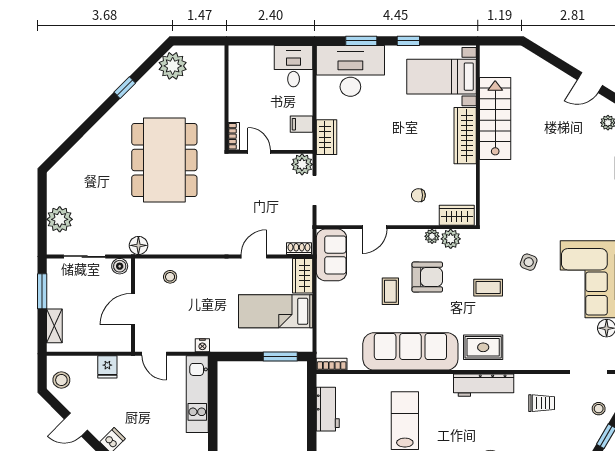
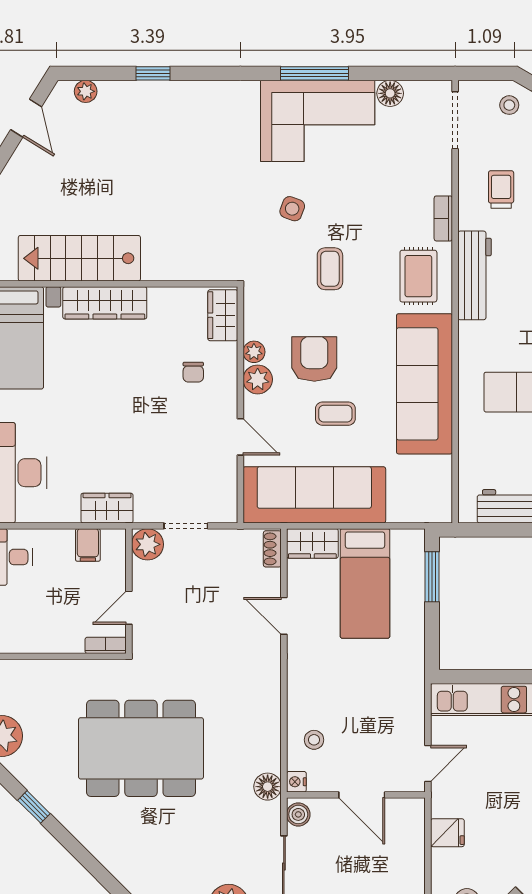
plant: (451, 239) -> (258, 379), moved
sofa: (331, 255) -> (314, 495), width x1.85, depth x1.27
nightstand: (202, 345) -> (296, 782), moved, turned 180
bookcase: (332, 364) -> (443, 218), moved

